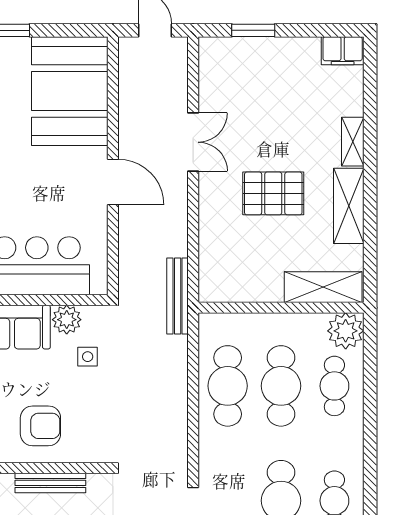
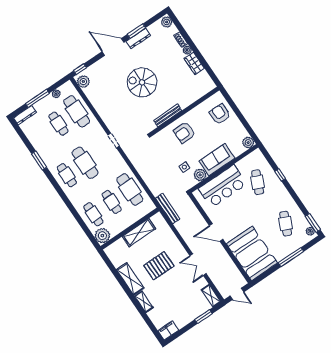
shelving: (210, 62) -> (211, 296), added
shelving: (323, 287) -> (139, 233), moved
cafe table: (281, 386) -> (112, 202), width x0.73, depth x0.74

